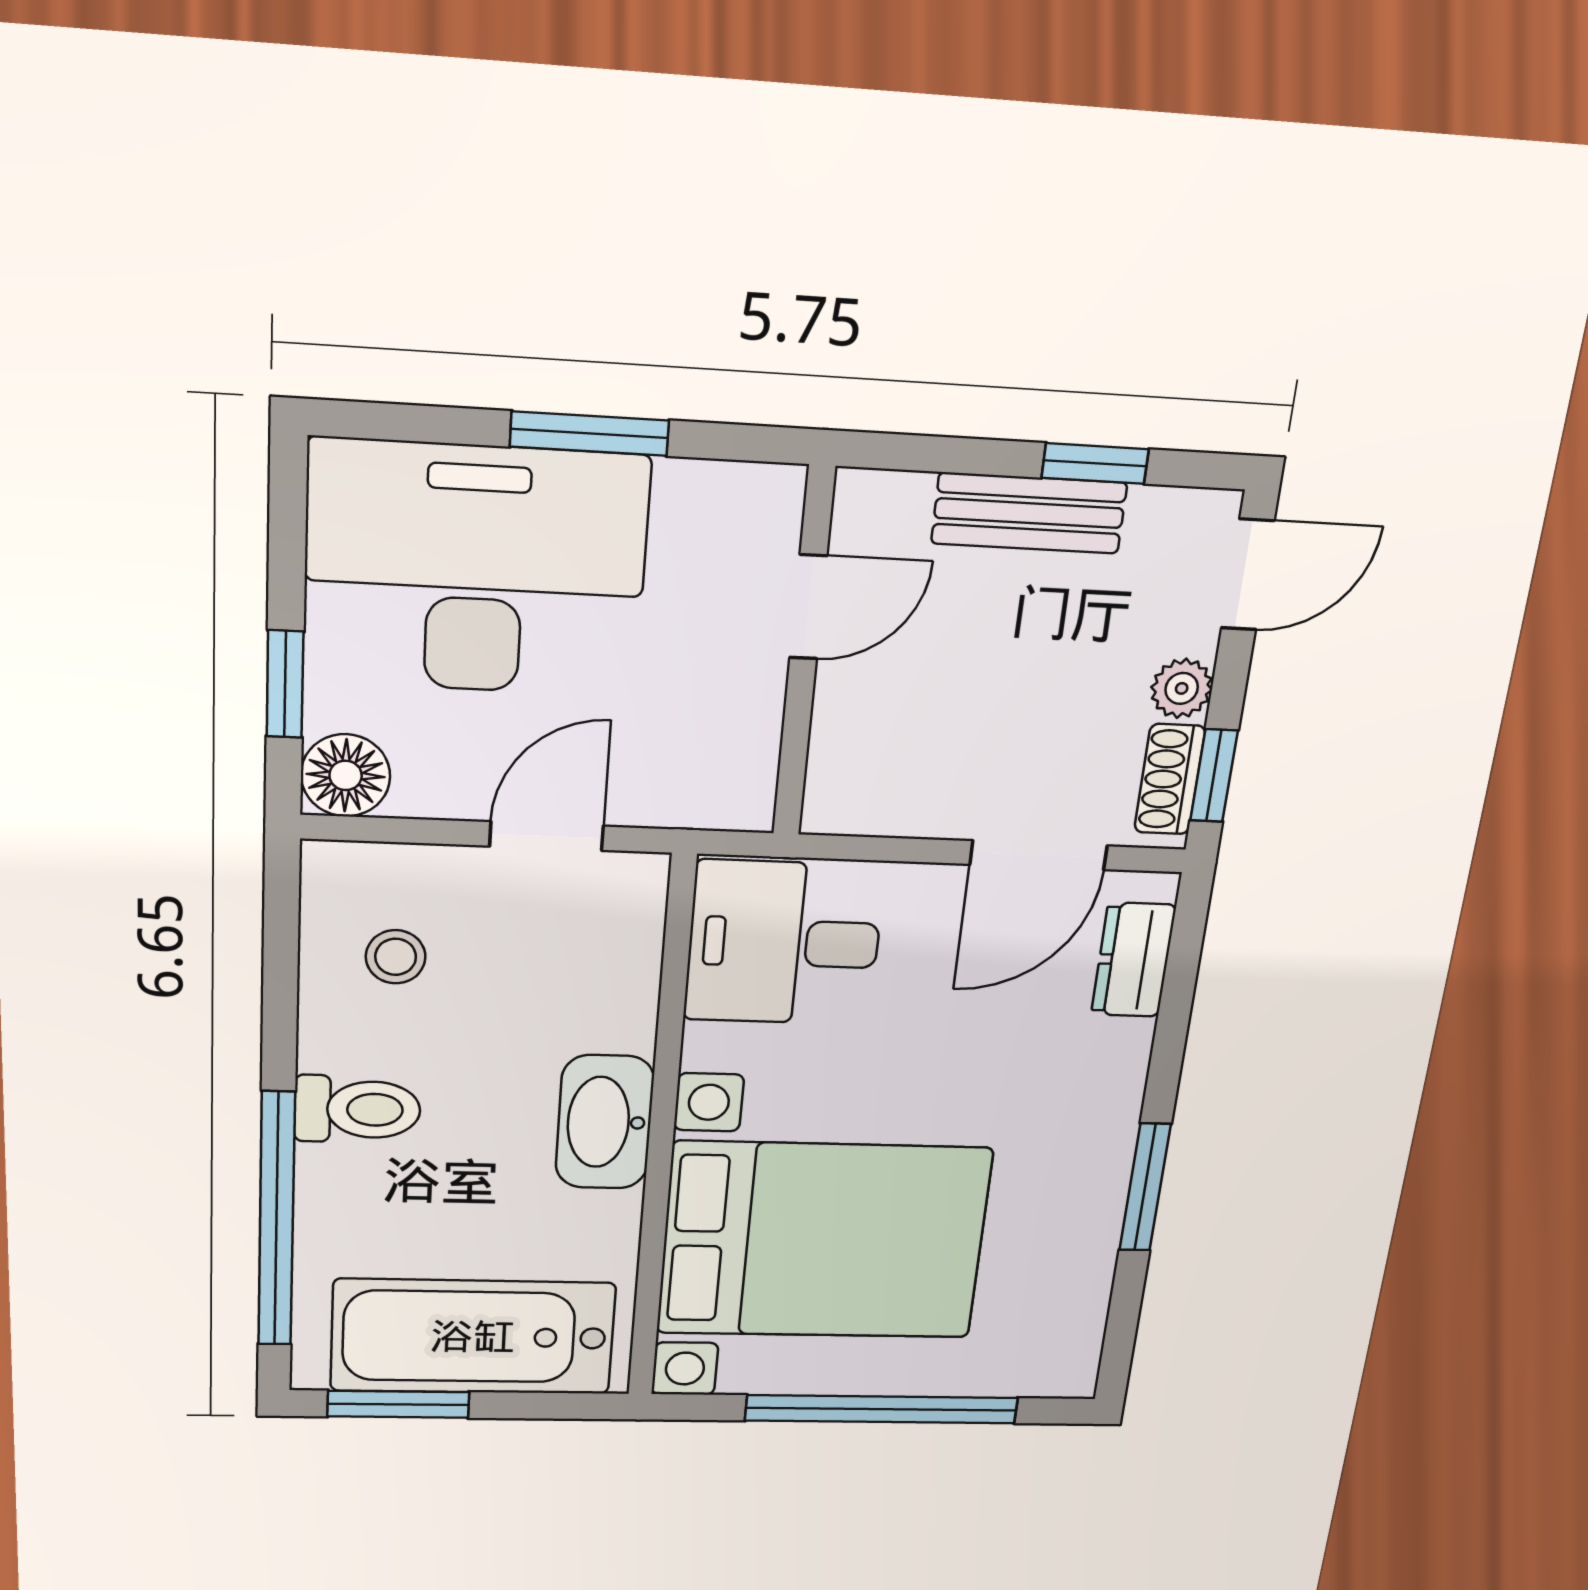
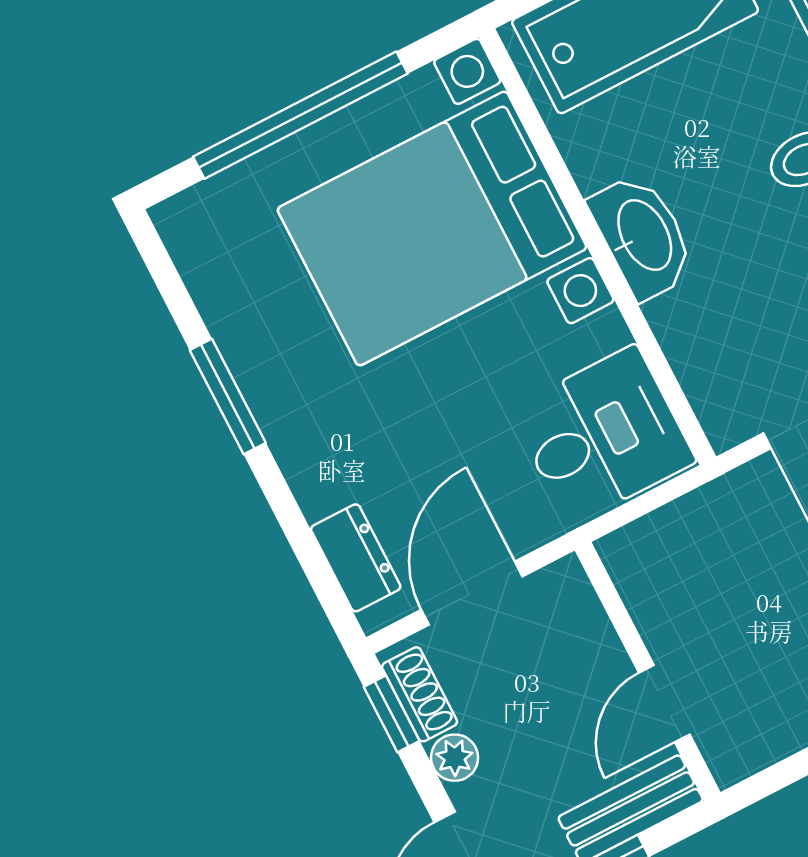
door: (808, 607) -> (664, 704), moved
wall: (804, 655) -> (648, 671), moved

